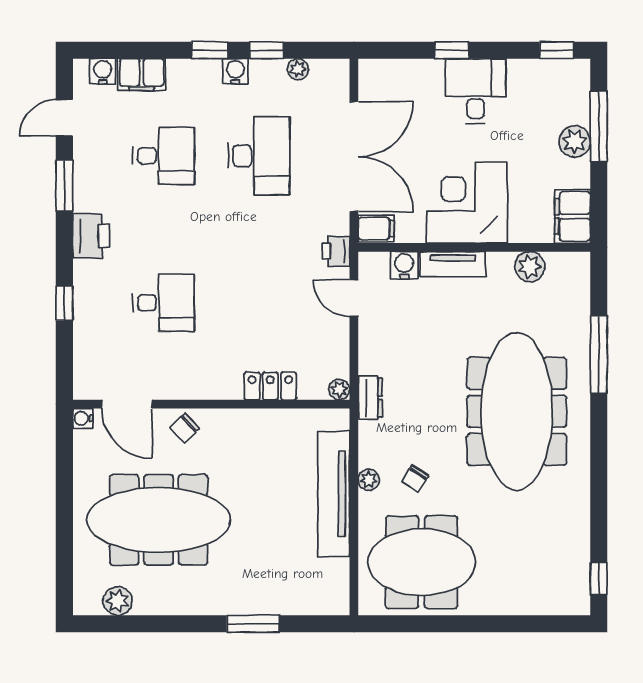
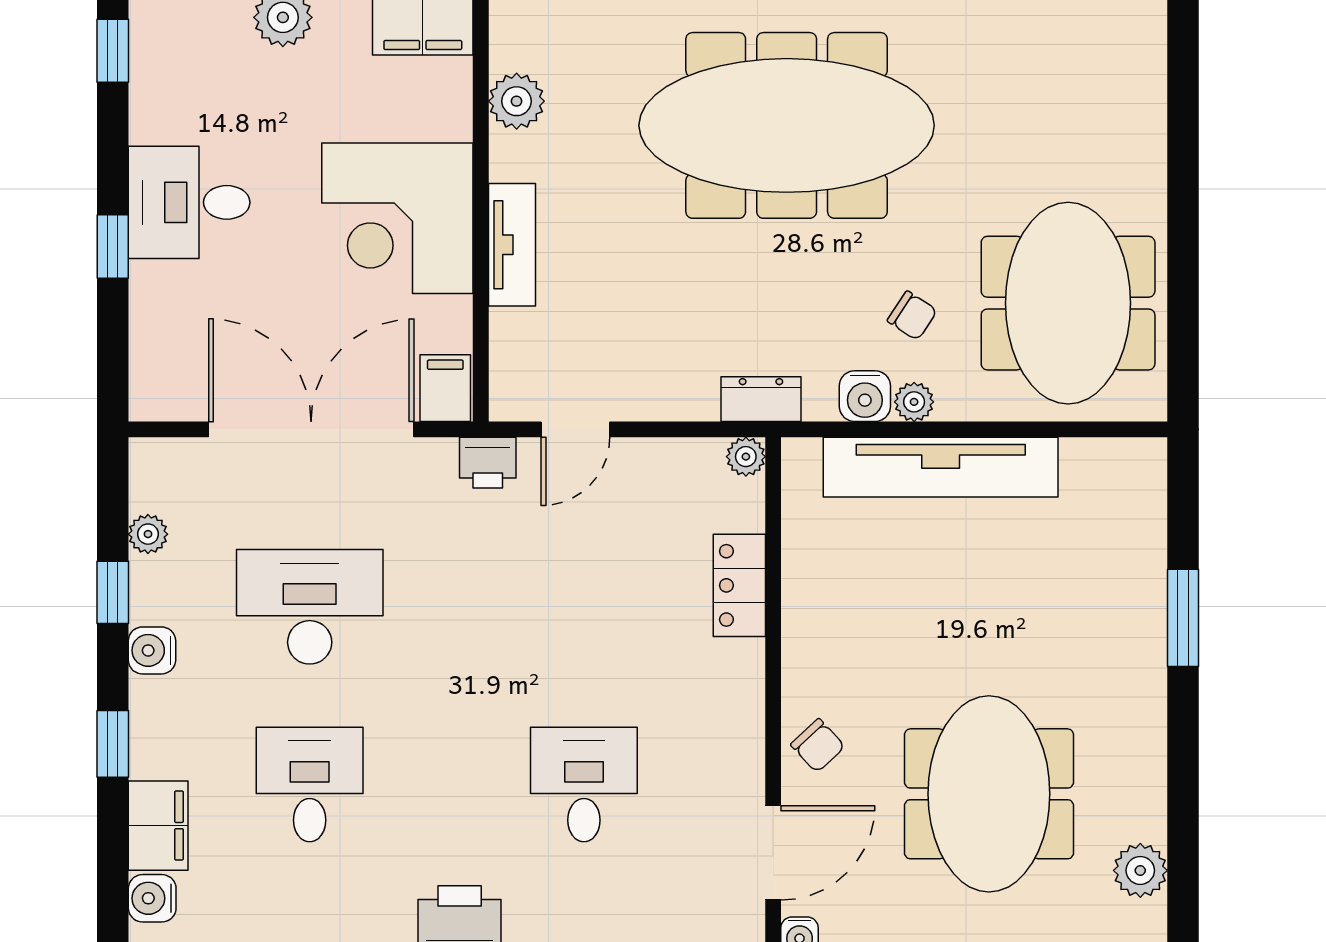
window: (210, 50) -> (113, 744), moved
water cooler: (404, 265) -> (865, 396), moved, turned -90
meeting table: (159, 520) -> (989, 794), width x0.73

